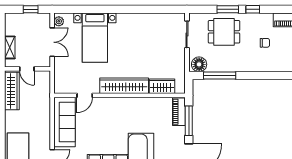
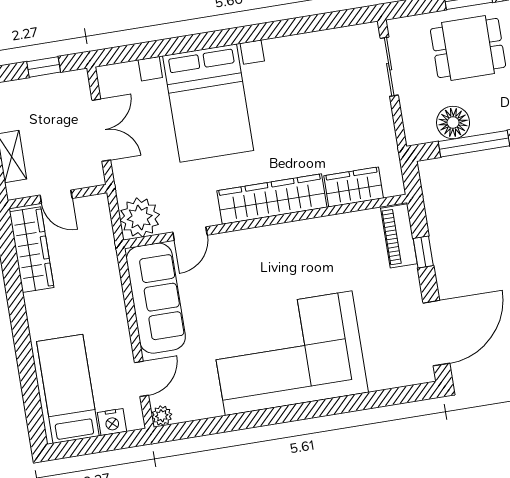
plant: (59, 21) -> (140, 217), moved, width x1.88, depth x1.88
bed with nightstands: (95, 38) -> (208, 103), width x1.36
floor lamp: (199, 64) -> (453, 122), moved
window: (189, 121) -> (423, 252), width x0.46

